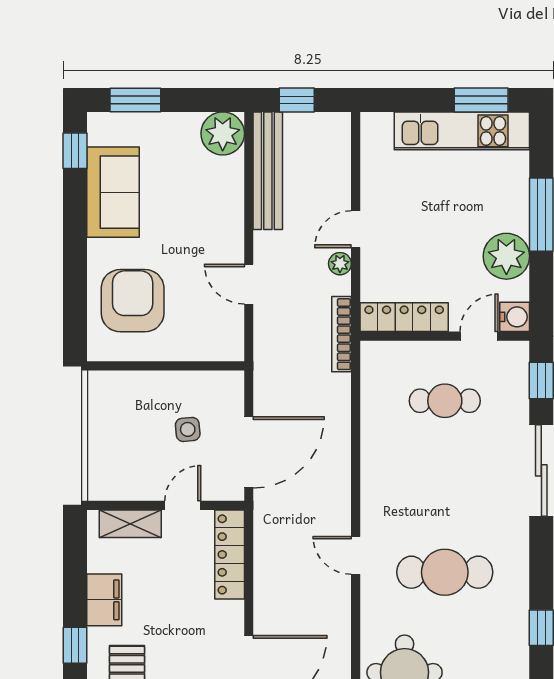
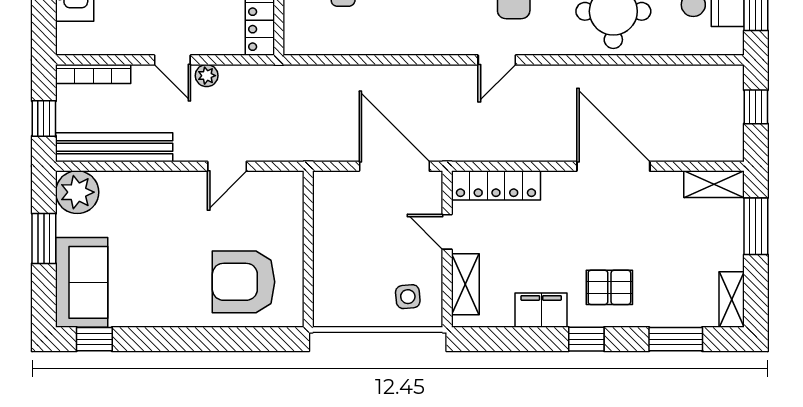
window: (135, 100) -> (44, 238), moved
sofa: (113, 192) -> (82, 282), moved, turned 90
bookcase: (342, 334) -> (93, 74), moved
side table: (188, 429) -> (408, 297), moved

